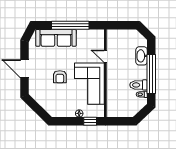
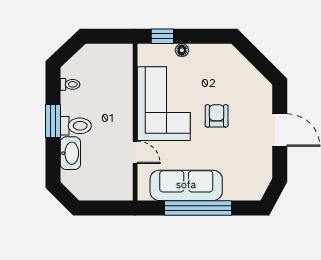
sofa: (56, 38) -> (186, 185), moved
window: (151, 74) -> (53, 121), width x0.47
toilet: (139, 85) -> (76, 126), moved

